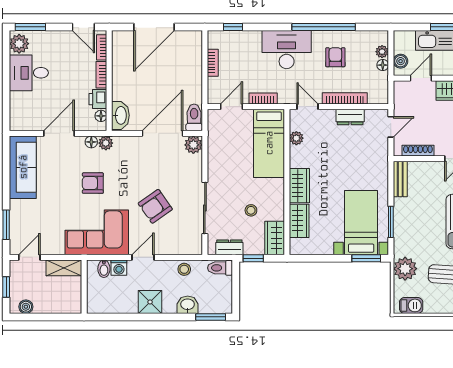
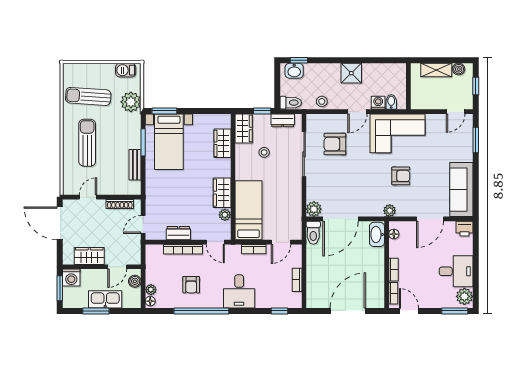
desk: (287, 50) -> (239, 291), width x0.73
floor lamp: (383, 65) -> (150, 301), moved
printer: (98, 99) -> (464, 229), moved, turned 90
floor lamp: (91, 142) -> (402, 211), removed
bench: (400, 179) -> (135, 165), moved
wardrobe: (299, 186) -> (222, 193), moved
armchair: (155, 206) -> (335, 144), moved, turned -145
shelving: (64, 268) -> (436, 70), moved
washbasin: (188, 305) -> (294, 71), moved
window: (211, 317) -> (299, 60), width x0.67

